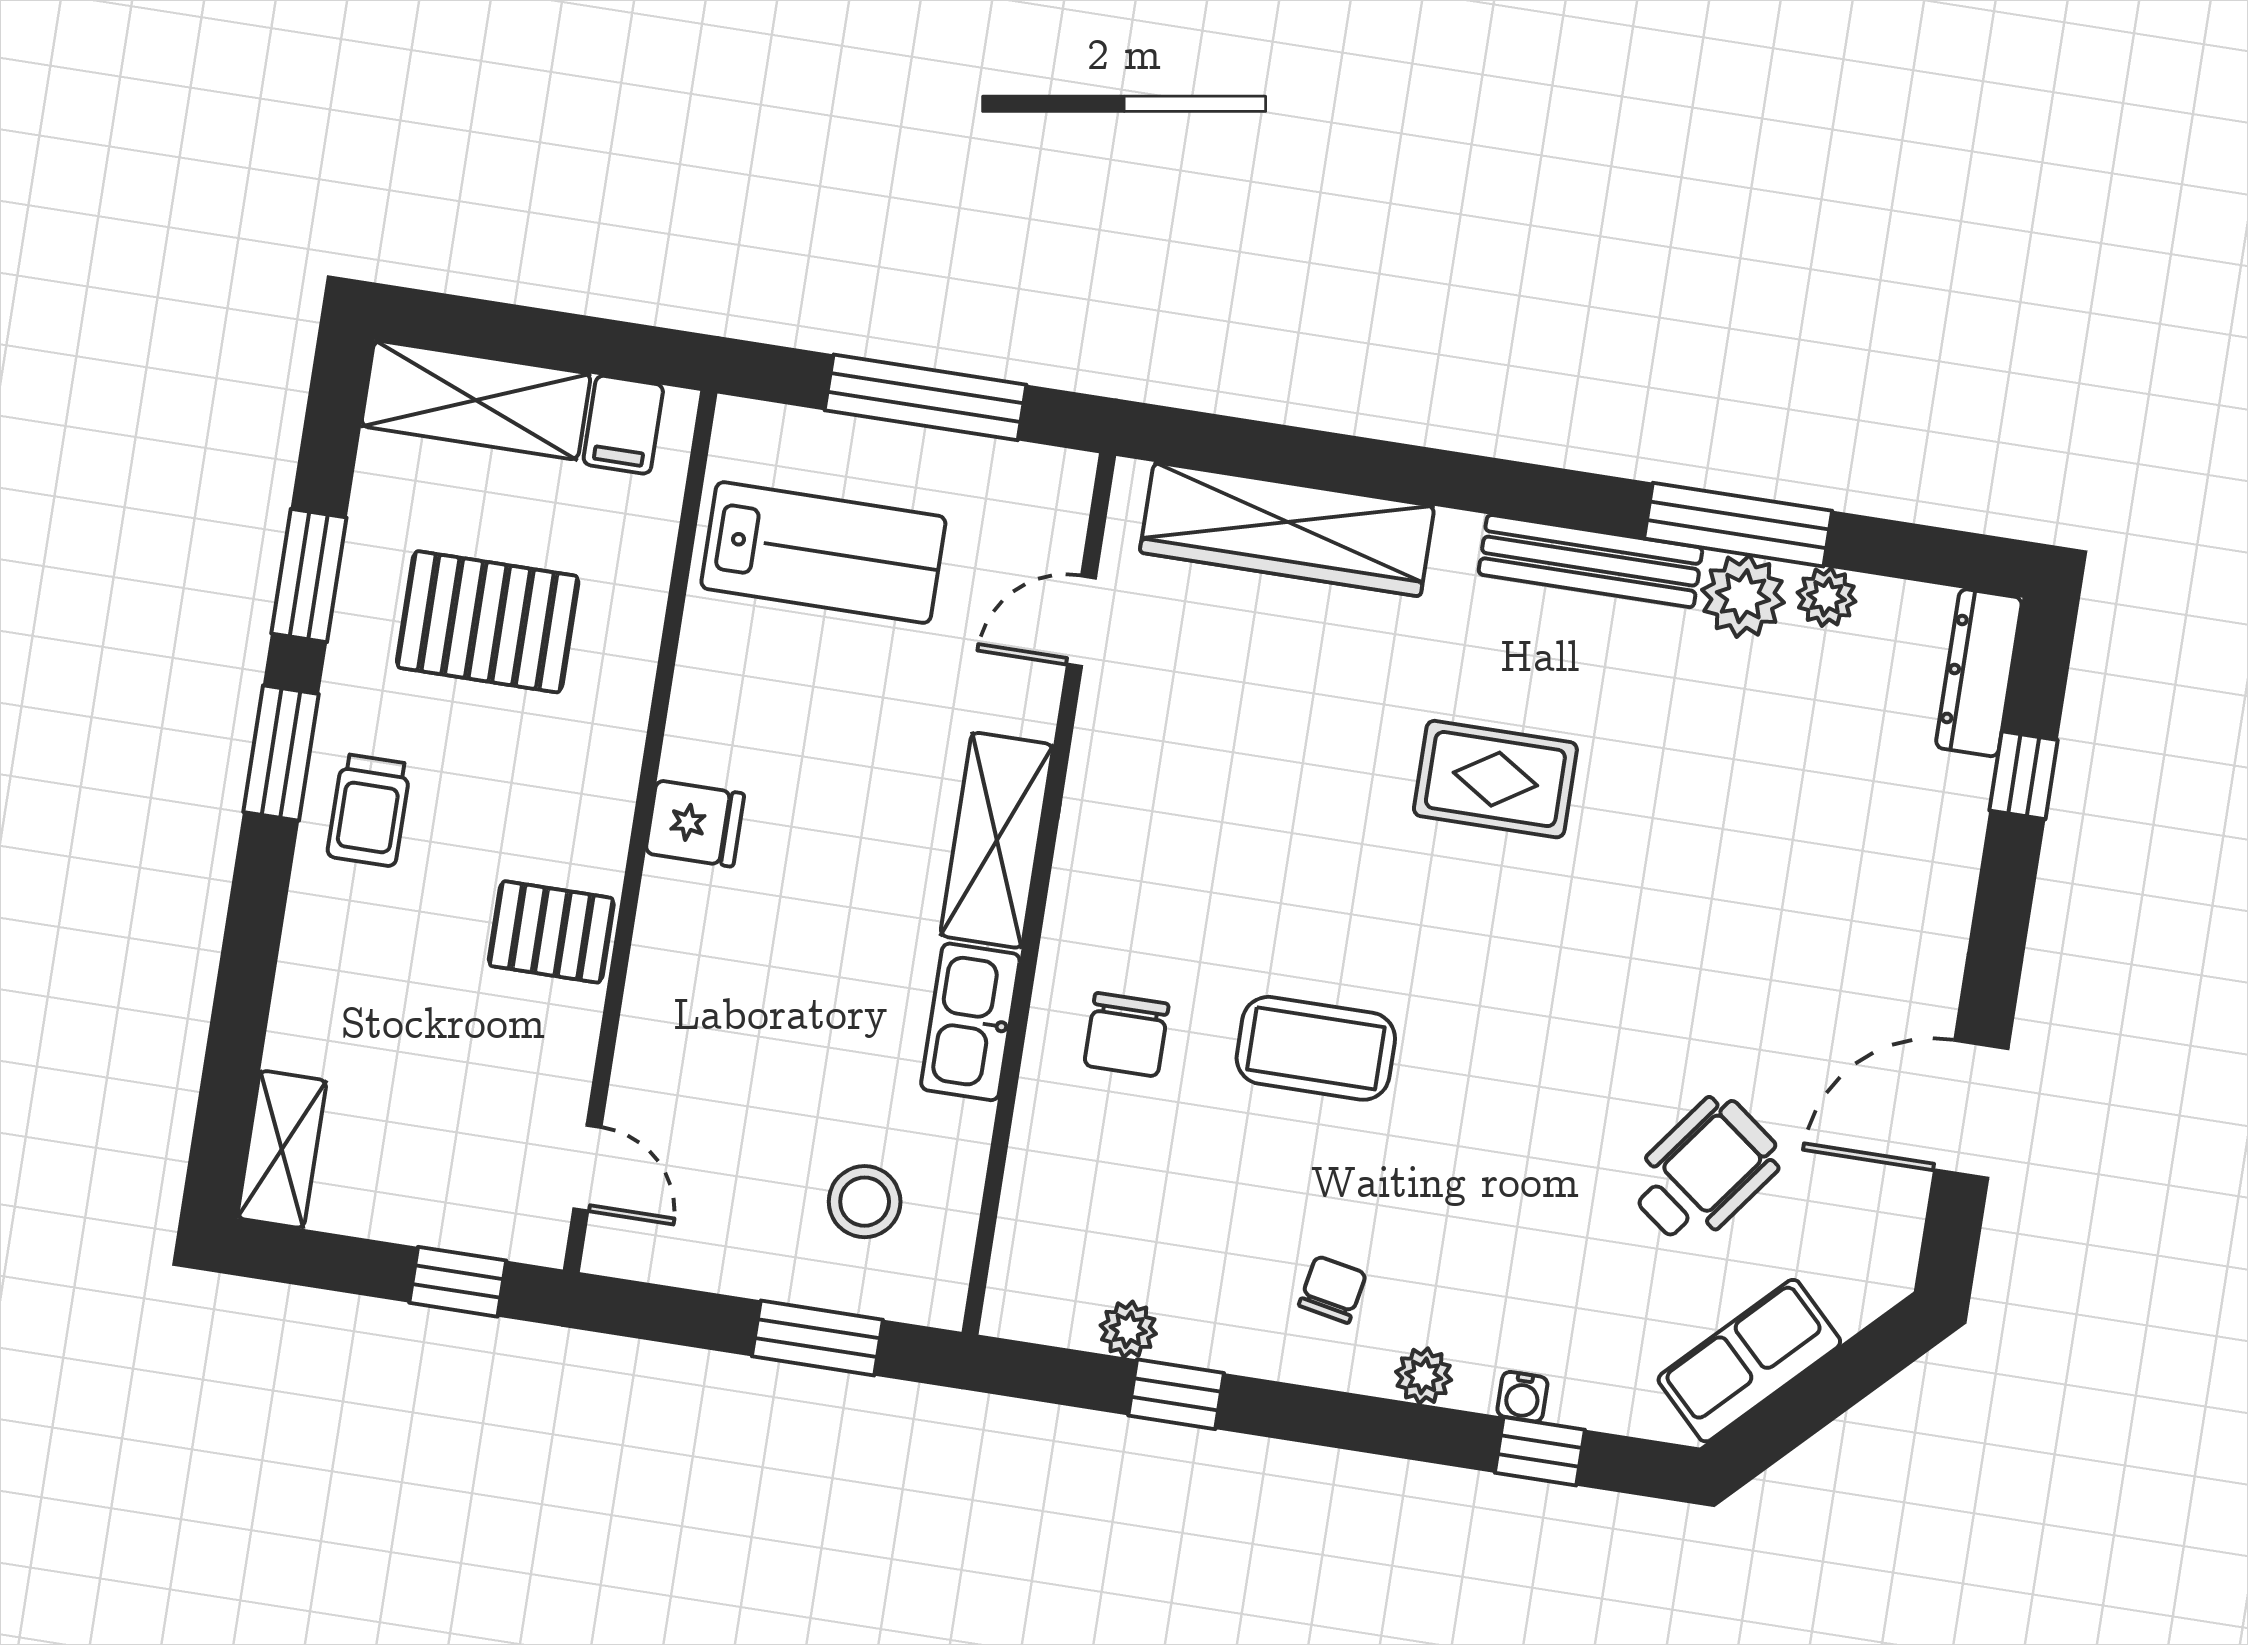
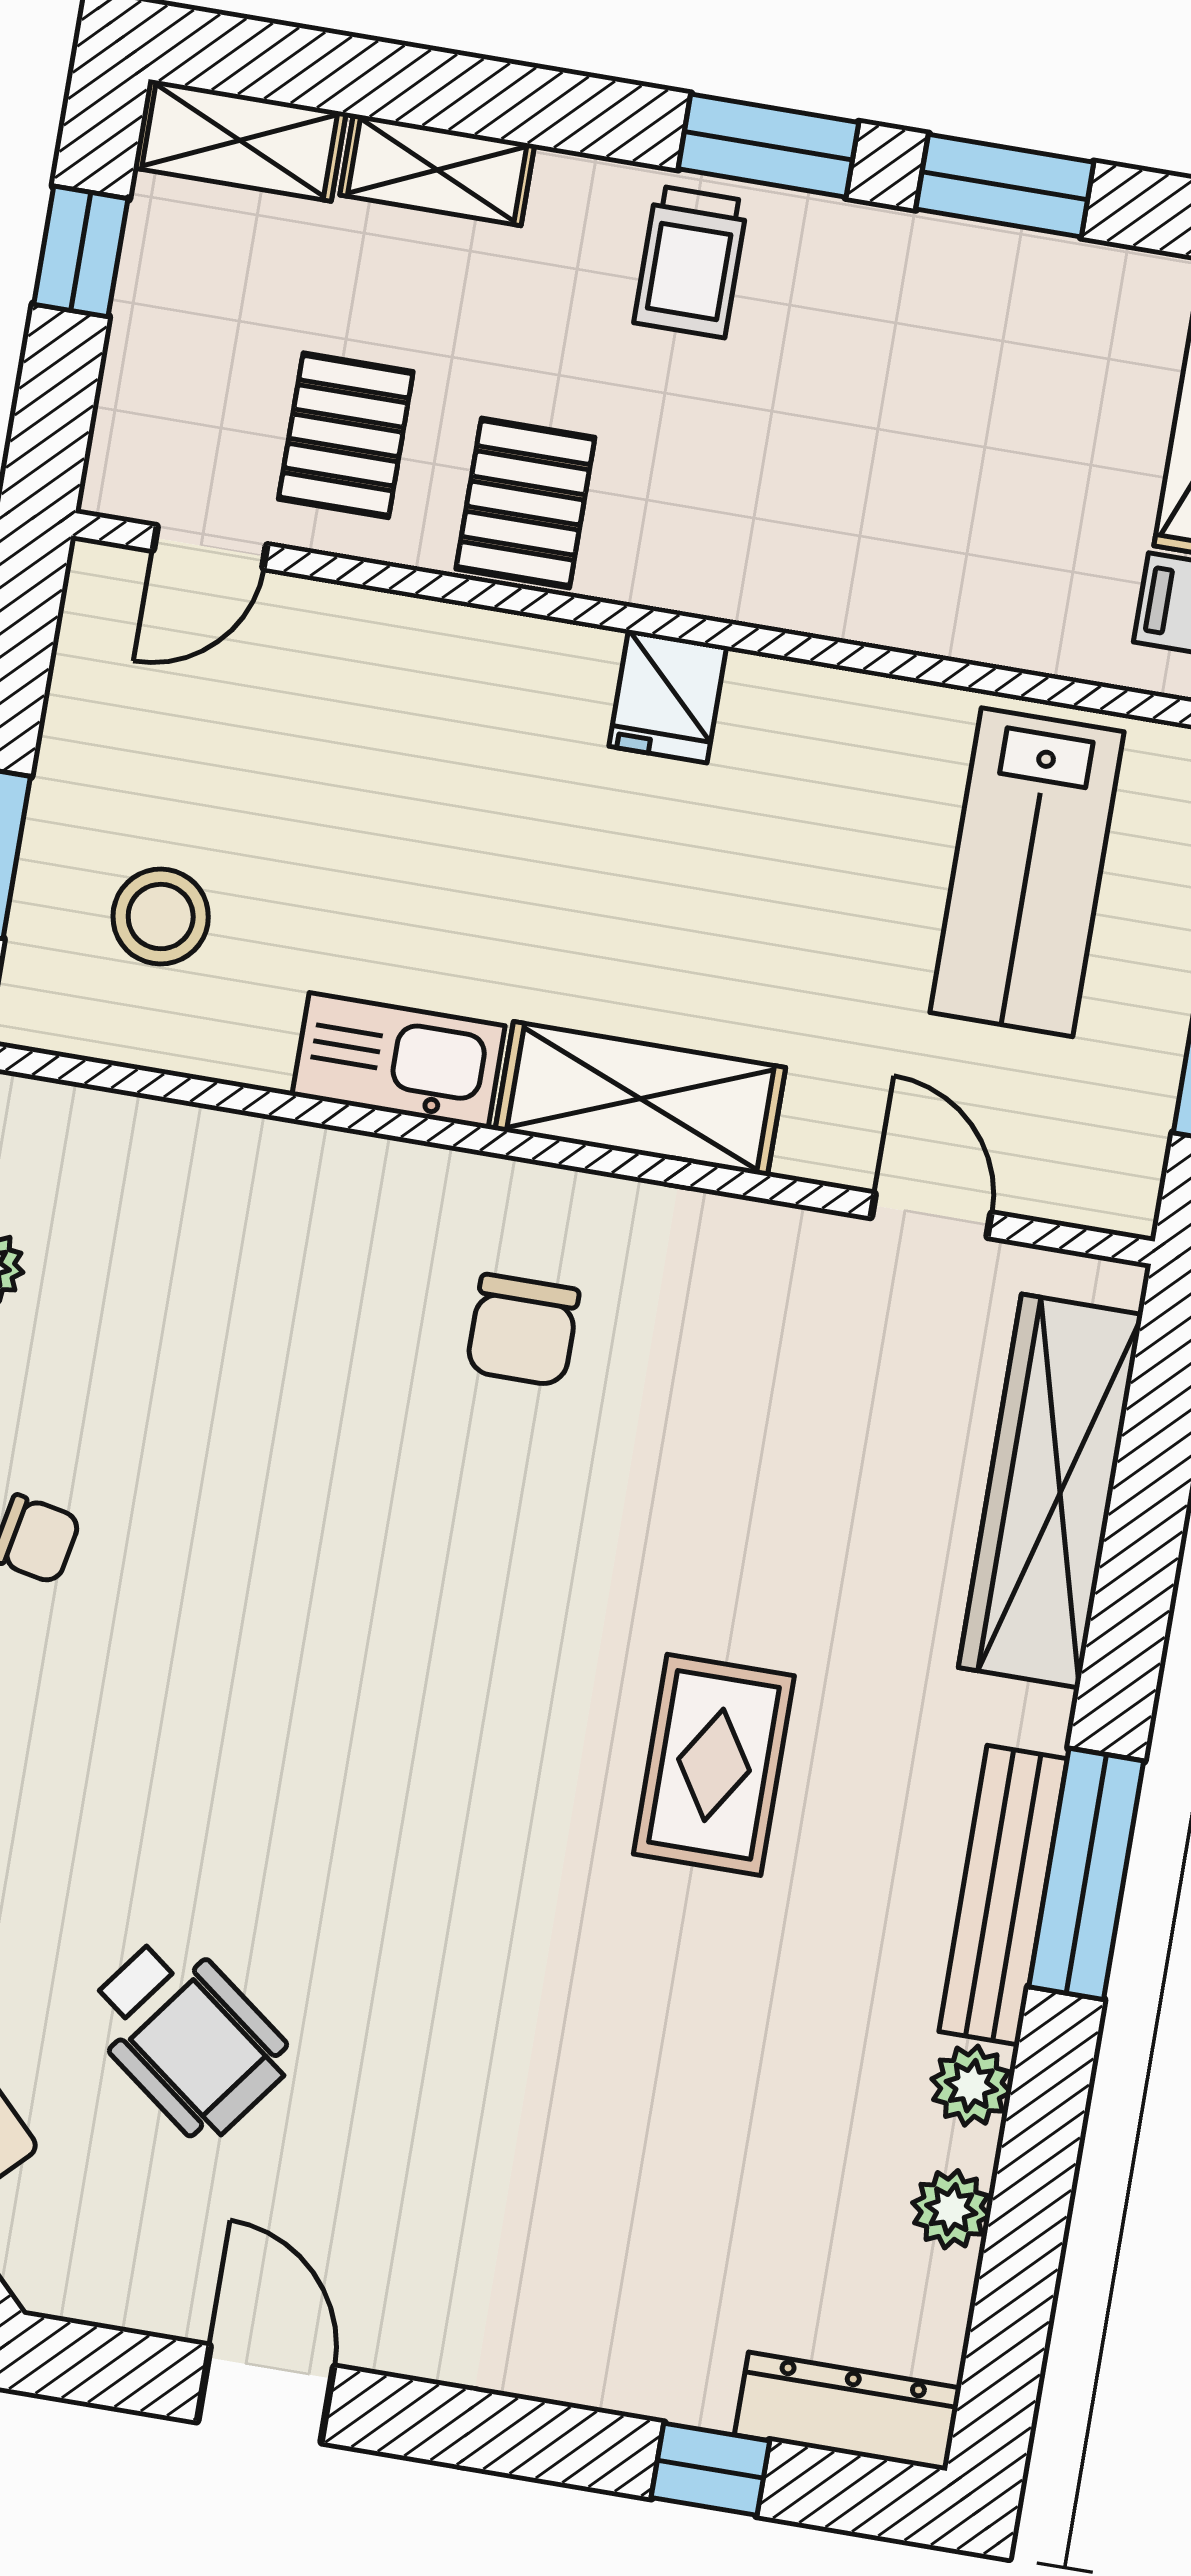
window: (1738, 525) -> (1086, 1874), moved
plant: (1743, 596) -> (971, 2086), width x0.73, depth x0.73
pallet: (488, 622) -> (346, 435), moved, width x0.67, depth x0.71
trolley: (369, 810) -> (691, 262), turned -90
shelving: (302, 1001) -> (437, 170), added
chair: (1126, 1035) -> (523, 1330), moved, turned -90
coffee table: (1316, 1048) -> (358, 1521), removed
door: (1971, 1109) -> (266, 2394), width x0.73
window: (458, 1282) -> (81, 251), moved

